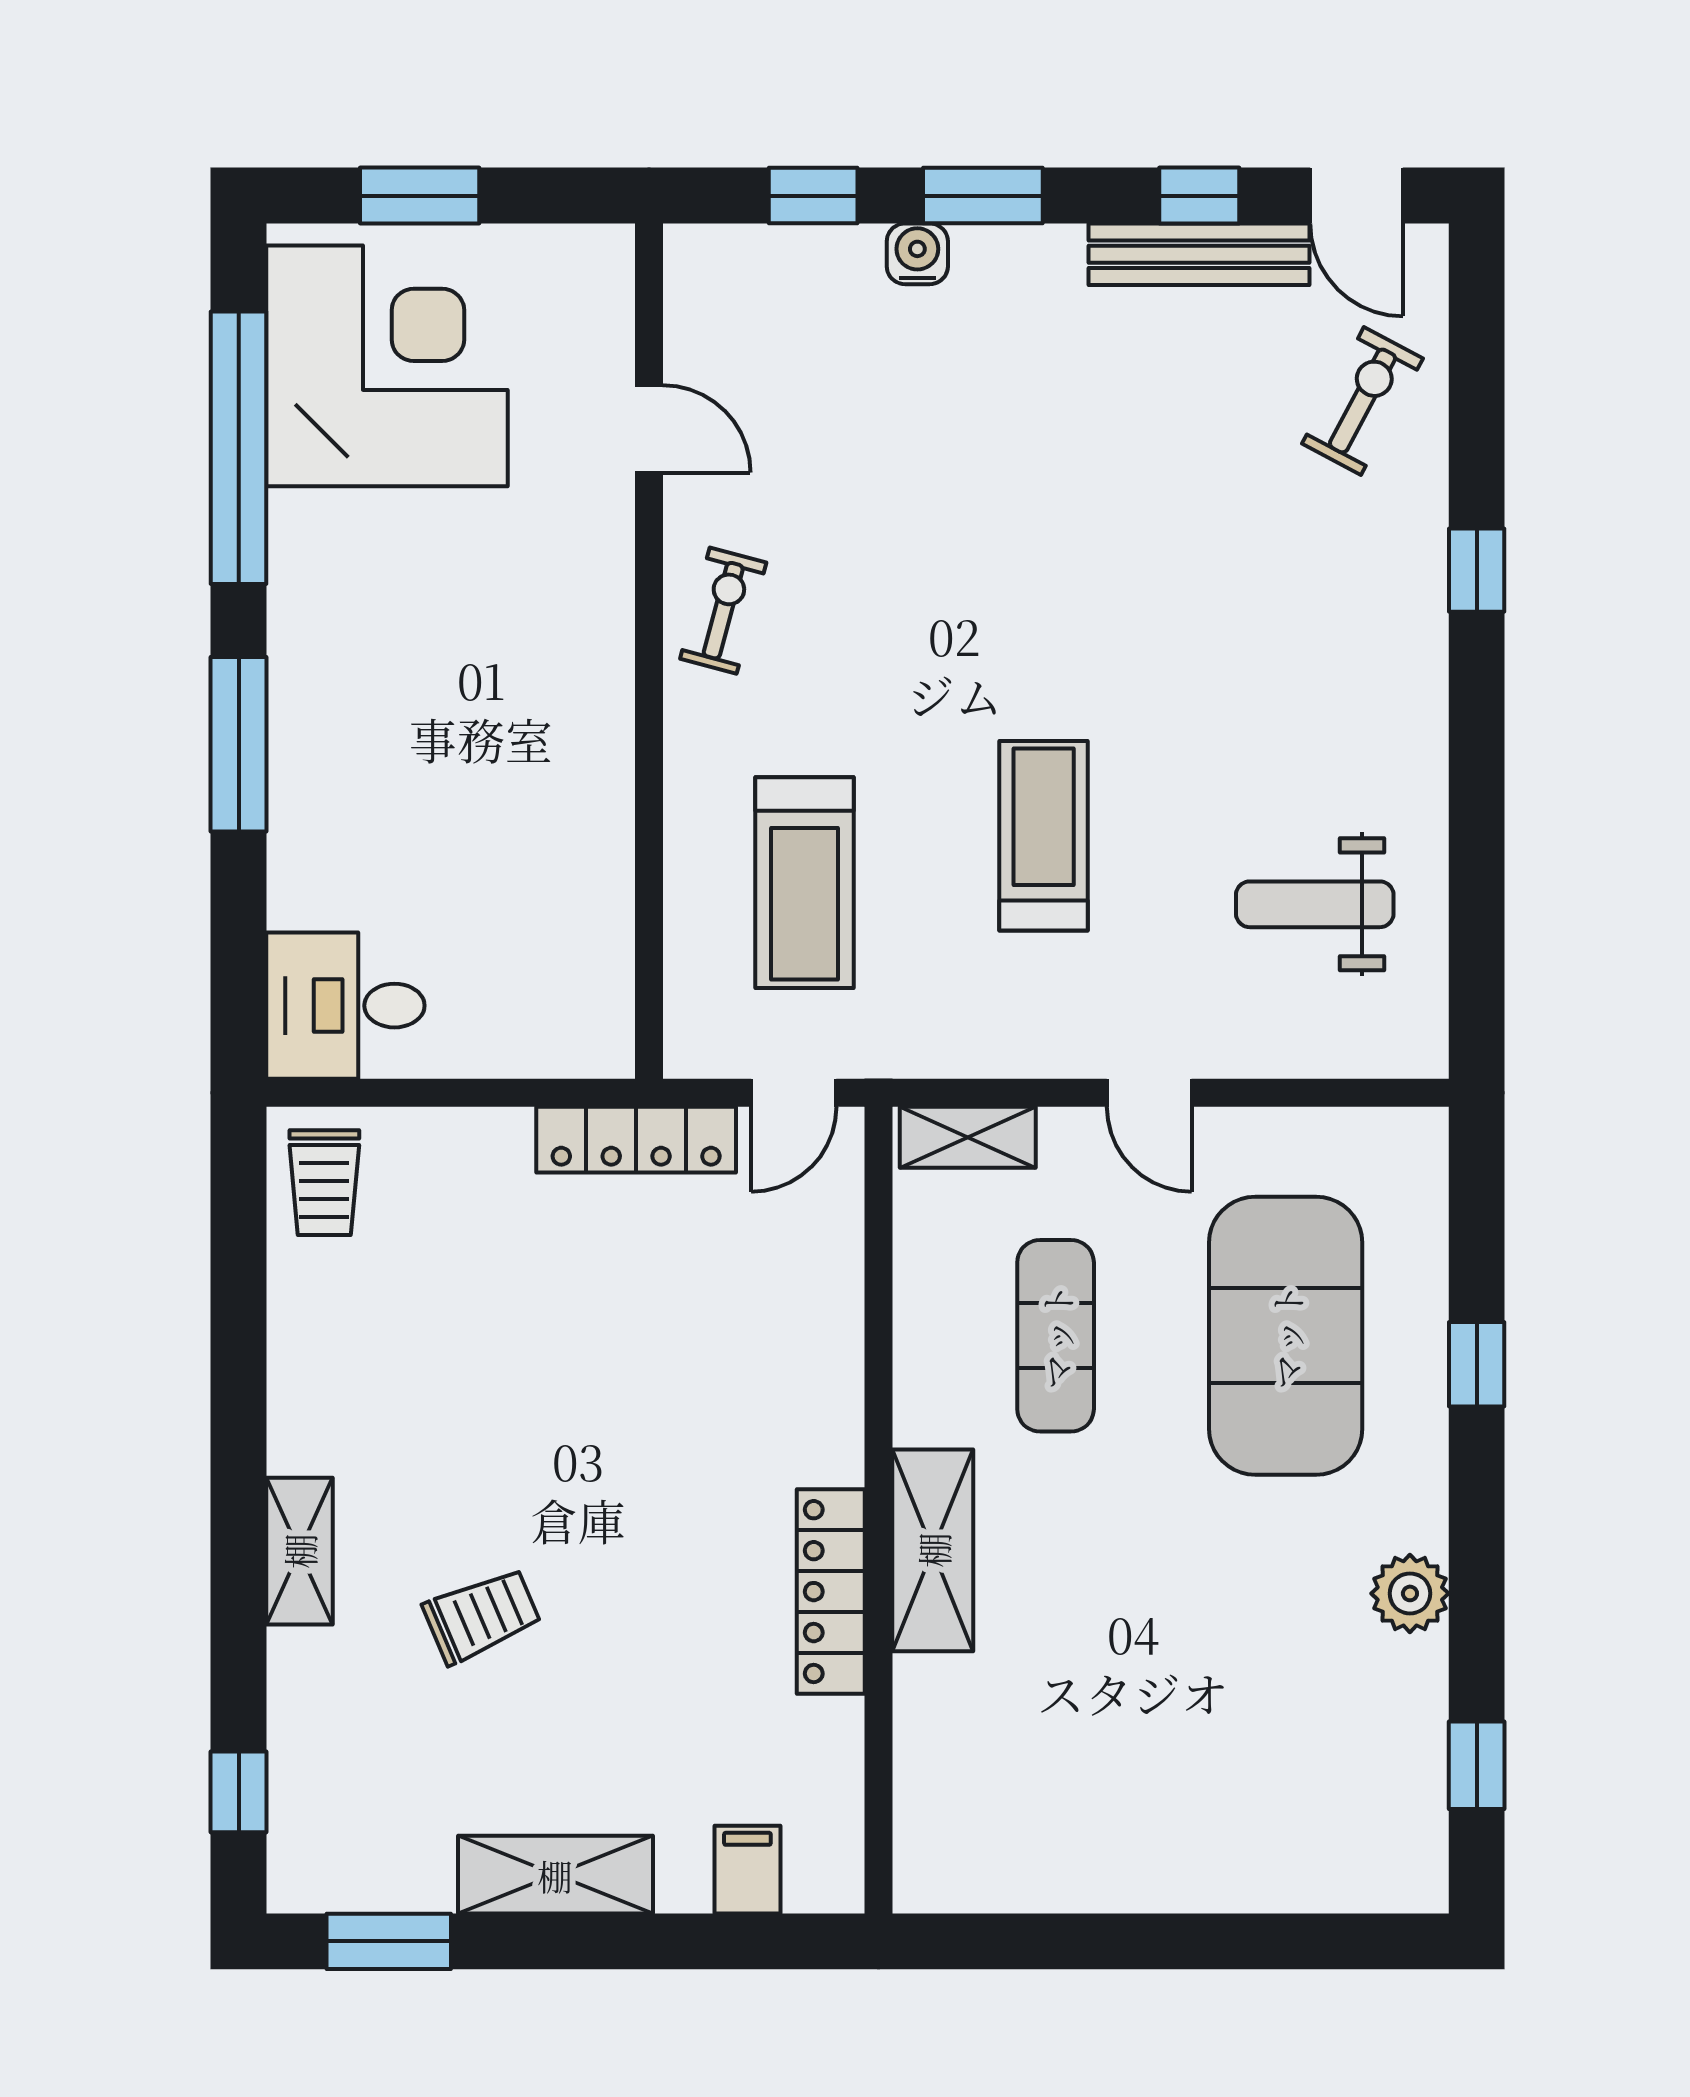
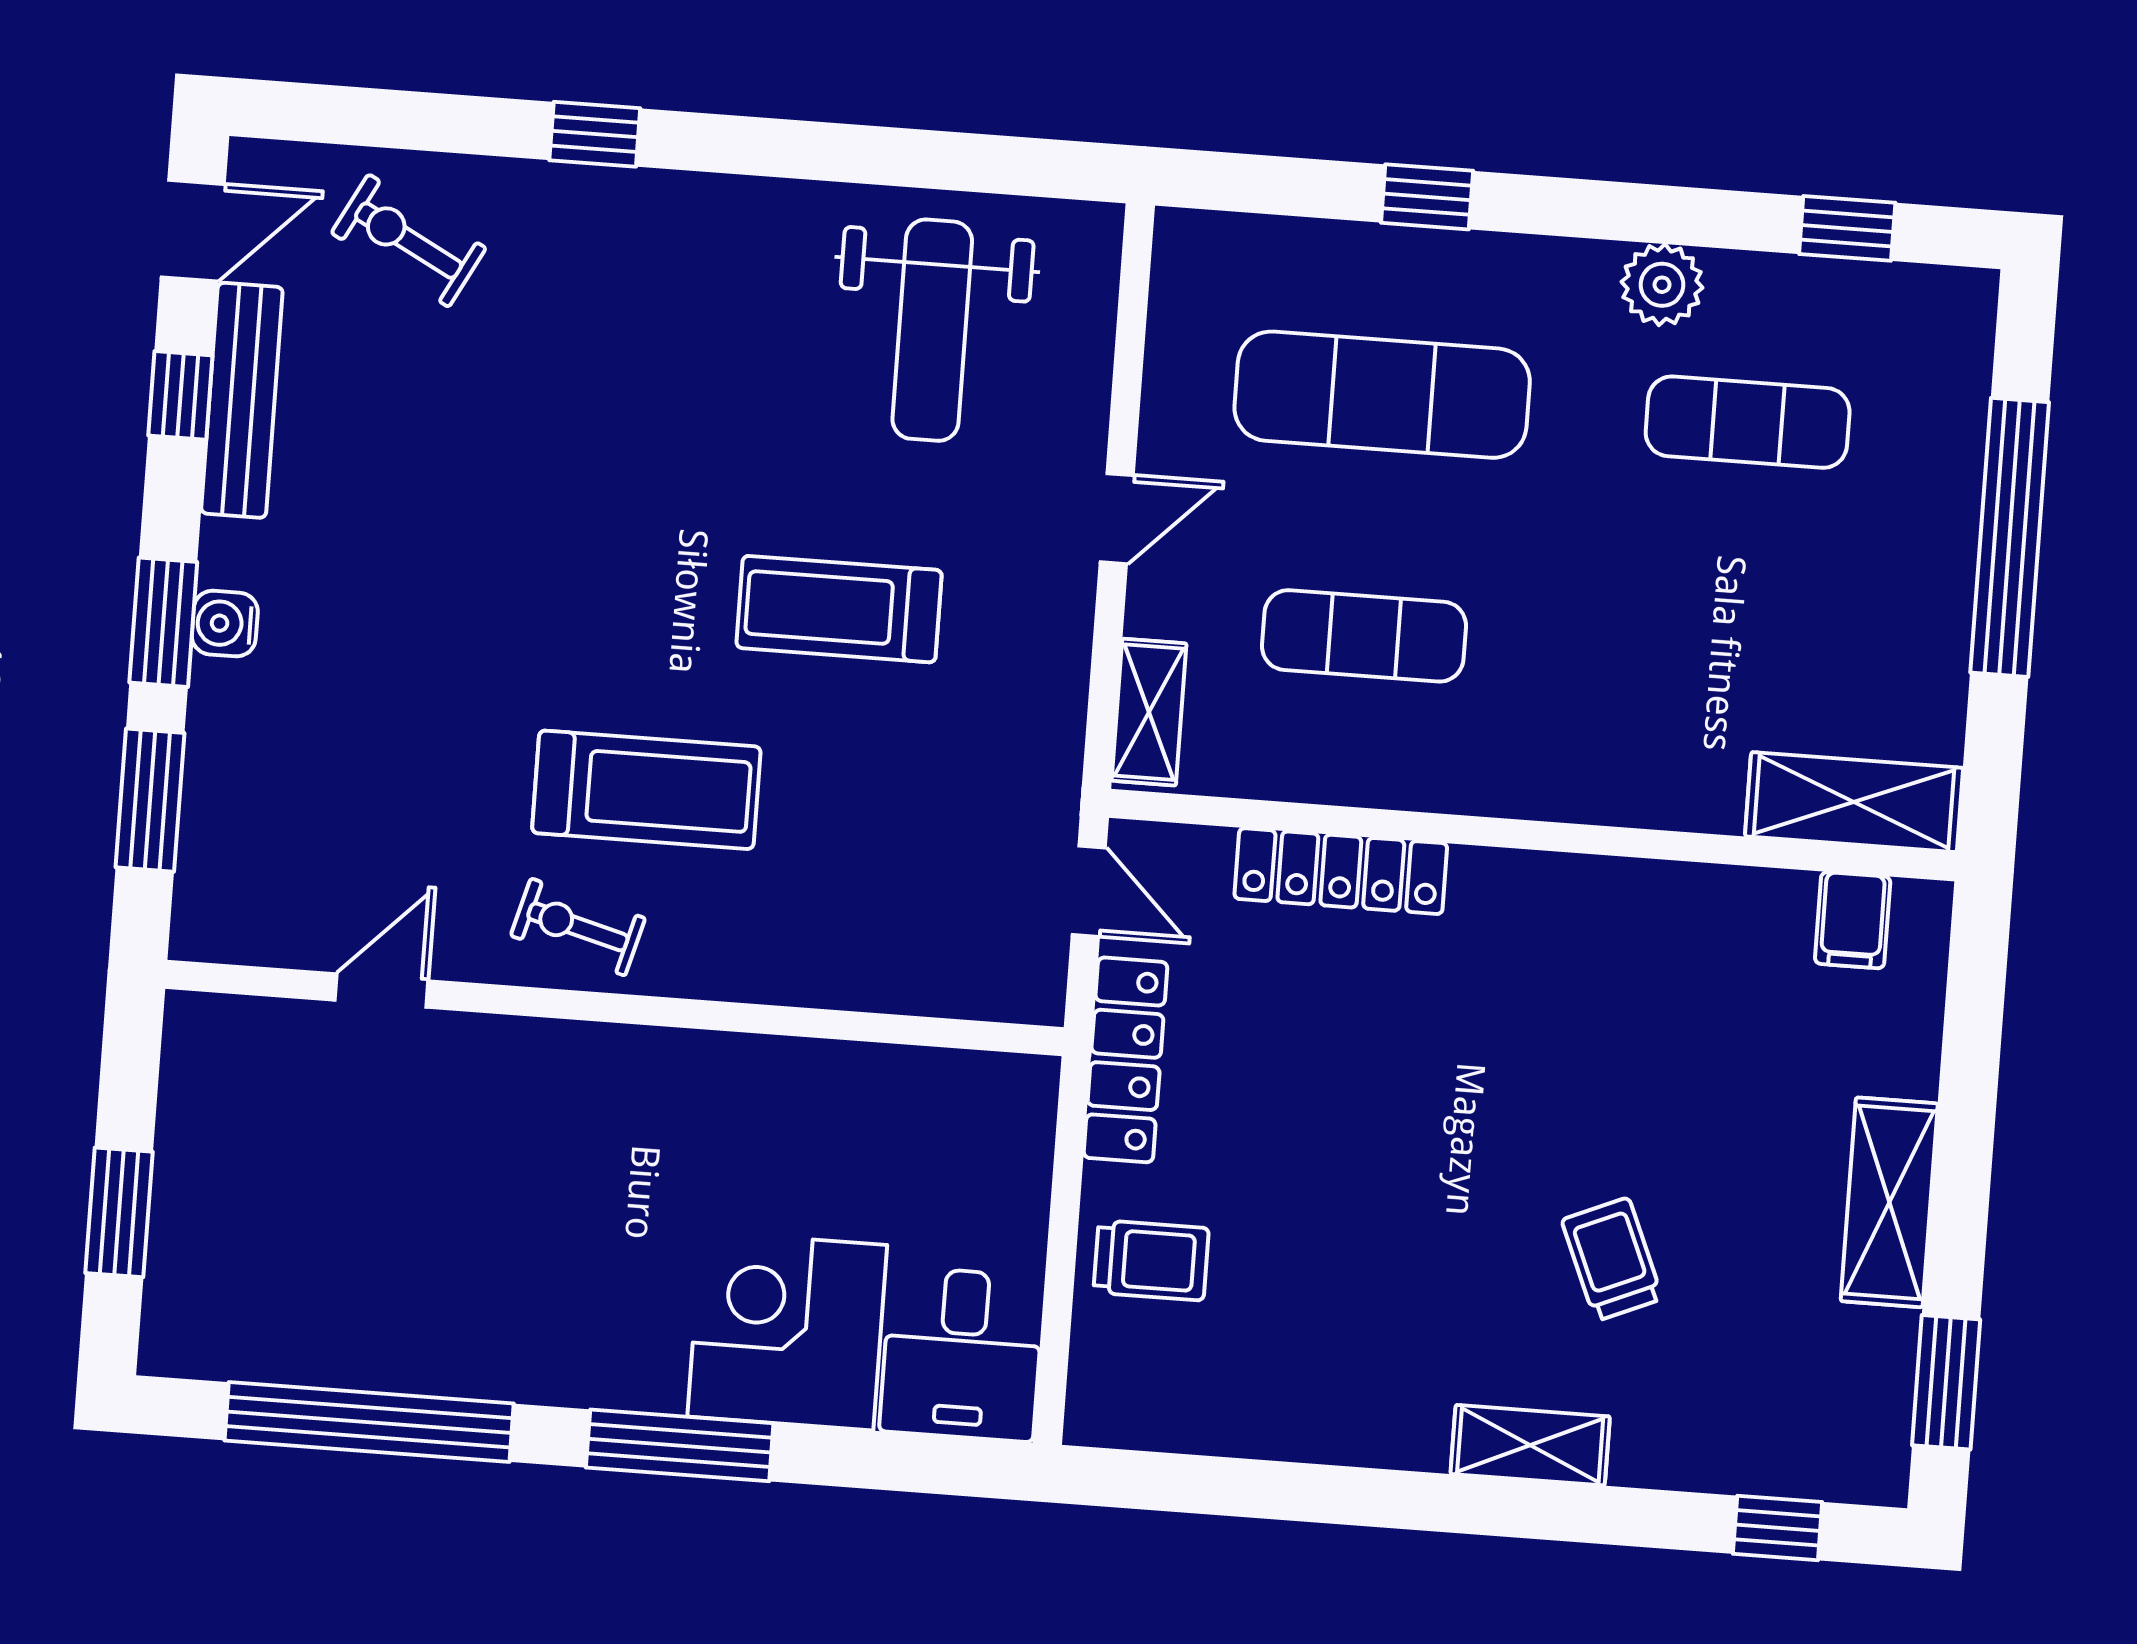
window: (813, 196) -> (150, 800), width x1.50
water cooler: (917, 254) -> (225, 624), moved
corner desk: (387, 366) -> (787, 1331), moved, width x0.74, depth x0.74
treadmill: (804, 883) -> (646, 790), moved
weight bench: (1315, 904) -> (932, 330), width x1.36, depth x1.33
trolley: (324, 1183) -> (1151, 1260), moved
exercise mat: (1286, 1336) -> (1382, 395), width x0.68
shelving: (933, 1550) -> (1854, 802), moved
locker: (831, 1592) -> (1341, 871), moved
exercise mat: (1286, 1684) -> (1748, 422), added
filing cabinet: (747, 1870) -> (1853, 920), moved, turned -90
window: (1195, 1941) -> (2010, 537), added

